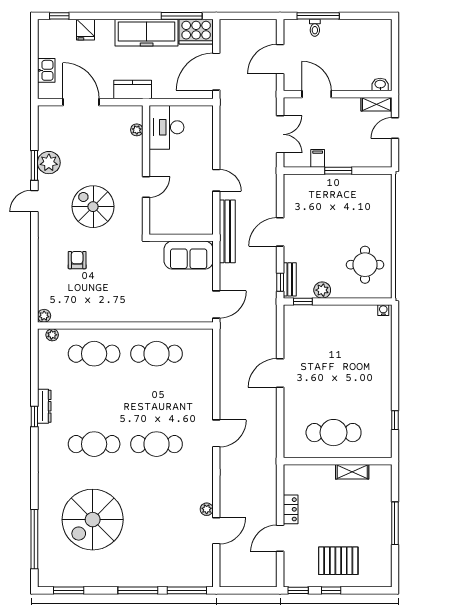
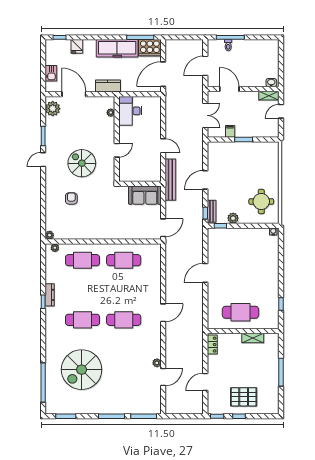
plant: (49, 163) -> (53, 109), moved
locker: (291, 509) -> (212, 345), moved

